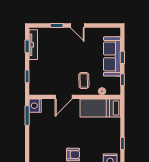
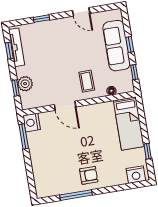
door: (77, 25) -> (81, 12), moved
plant: (35, 74) -> (25, 84), added
door: (64, 97) -> (65, 106), hinge flipped
bed: (100, 108) -> (129, 123), moved, turned -90

